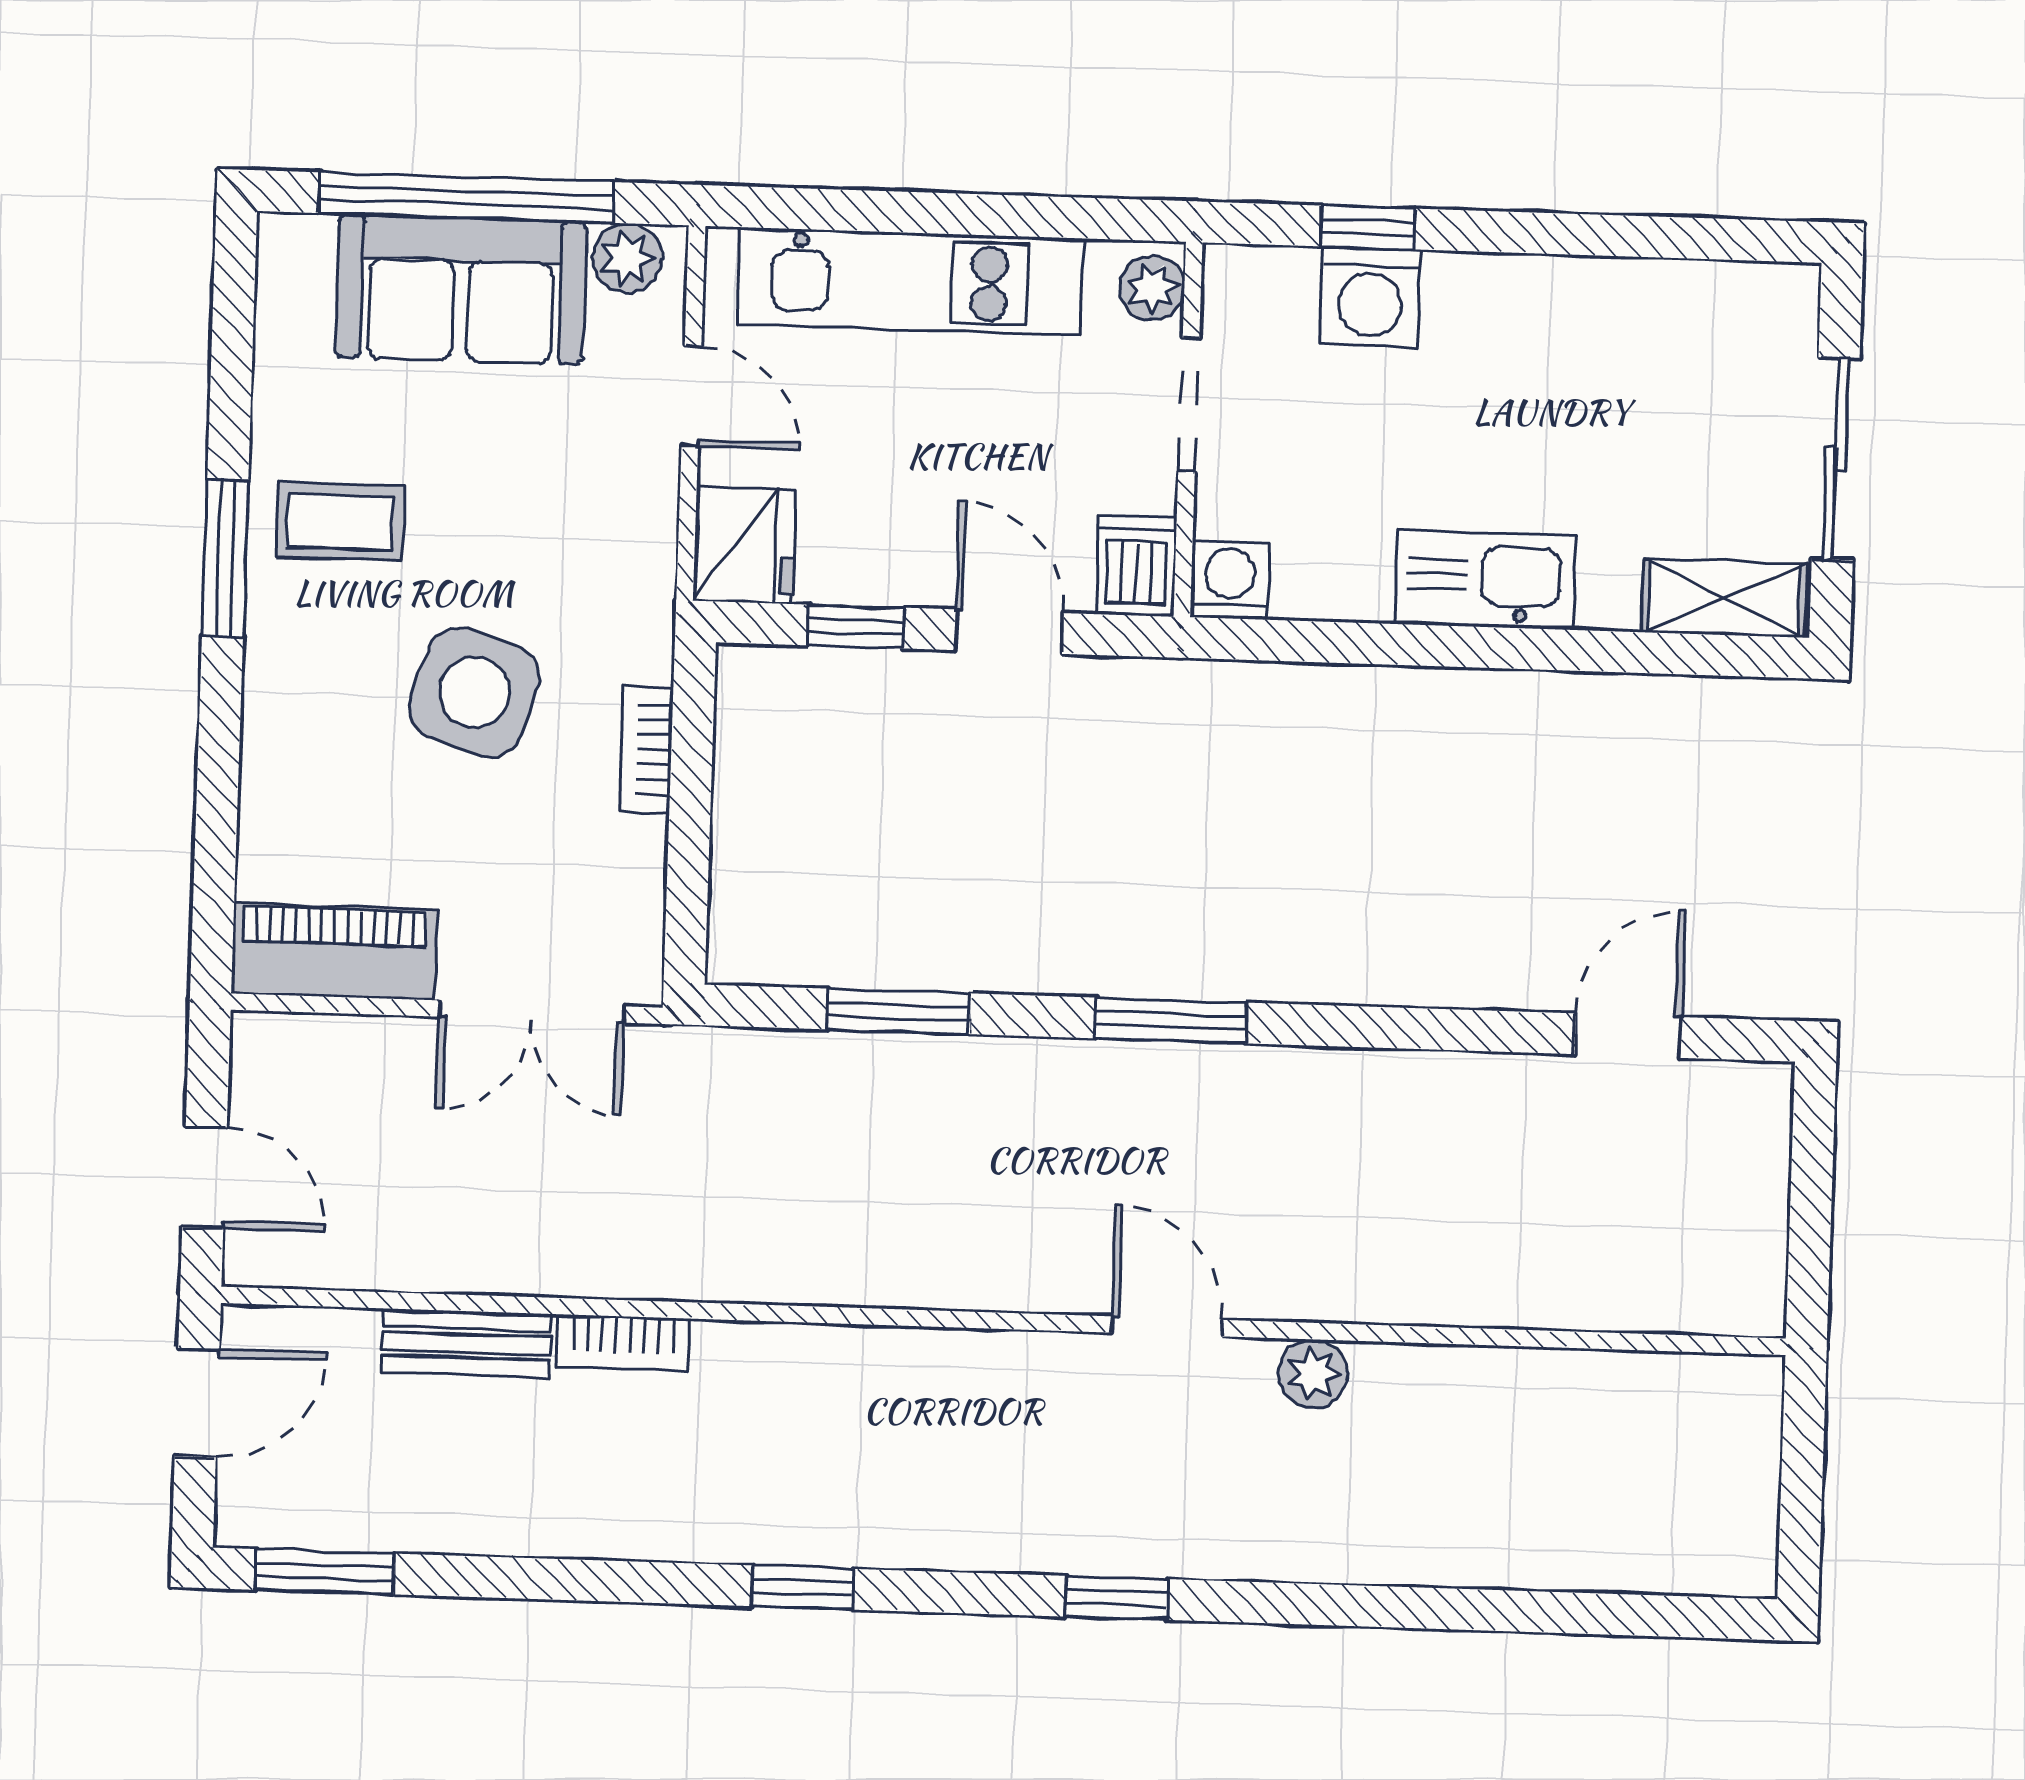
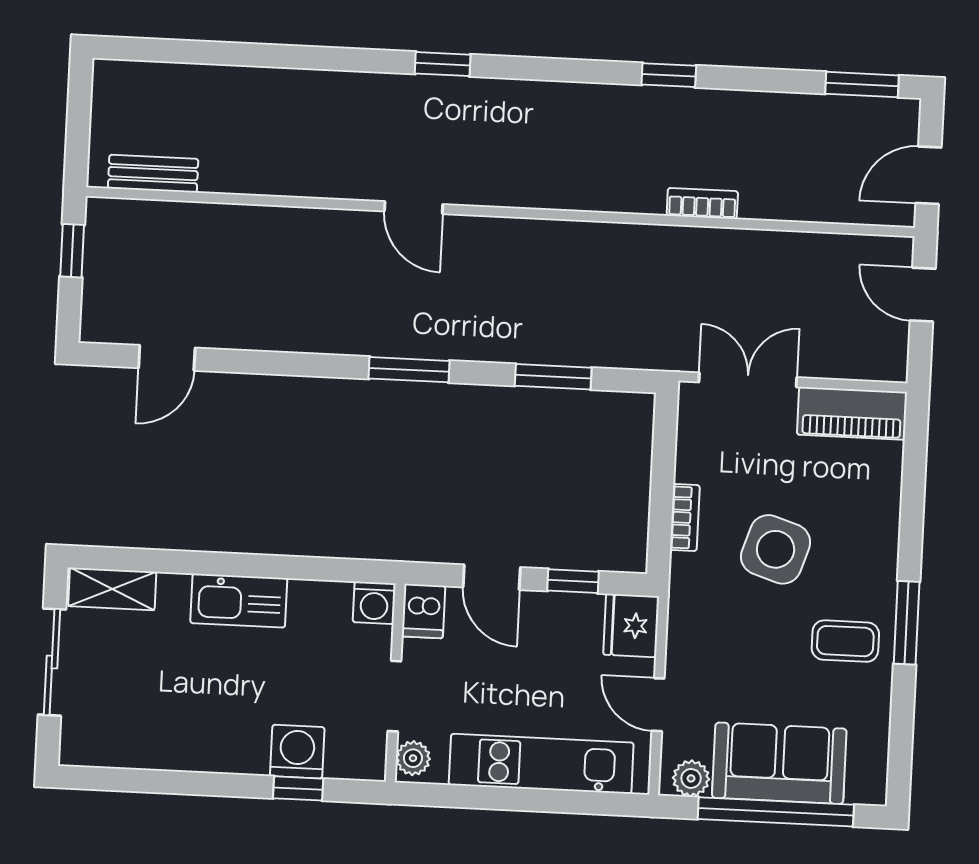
window: (1810, 1235) -> (72, 251), added
bench: (466, 1343) -> (153, 174), moved
plant: (1313, 1374) -> (337, 181), removed
window: (802, 1587) -> (669, 75), moved

